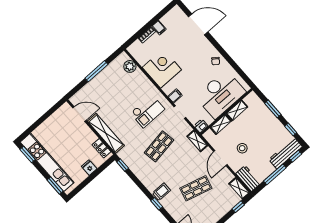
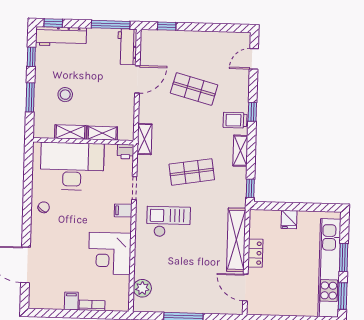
locker: (101, 148) -> (255, 253), moved
stool: (242, 148) -> (65, 95), moved
door: (220, 158) -> (137, 79), moved
window: (275, 174) -> (111, 25), moved
window: (55, 186) -> (344, 257), moved
shelving: (239, 188) -> (240, 151), moved

